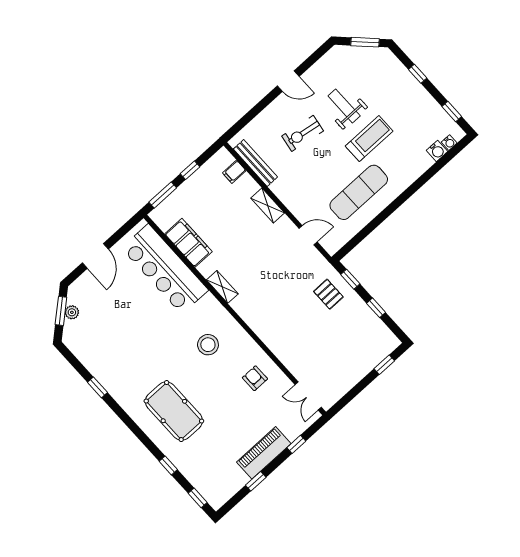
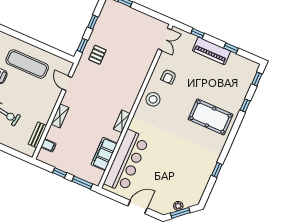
bench: (255, 163) -> (37, 135), width x0.73
stool: (208, 345) -> (153, 99), moved
pool table: (174, 411) -> (211, 117), turned 90

